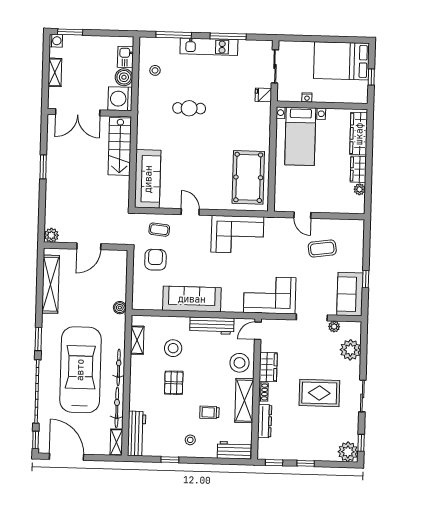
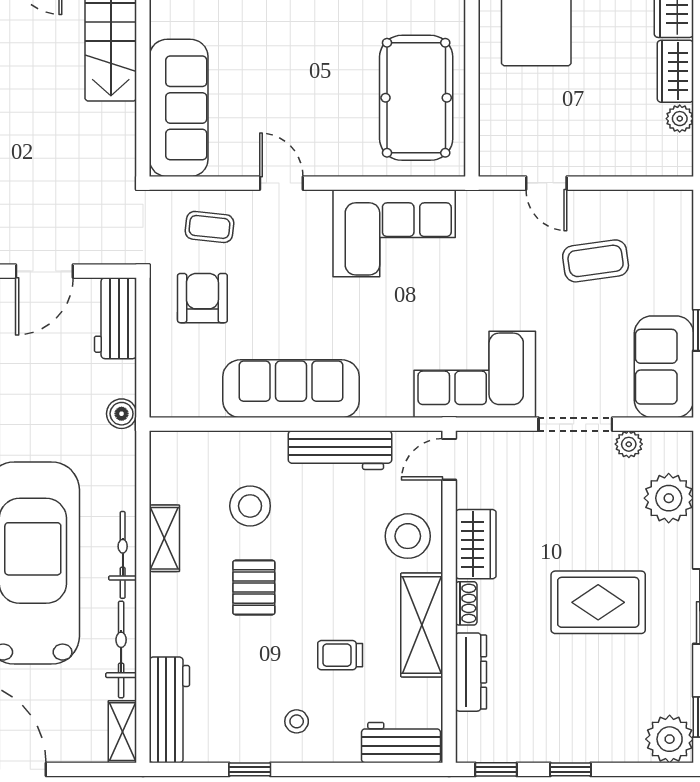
workbench: (118, 267) -> (115, 318), added
shelving: (137, 340) -> (164, 538), moved

